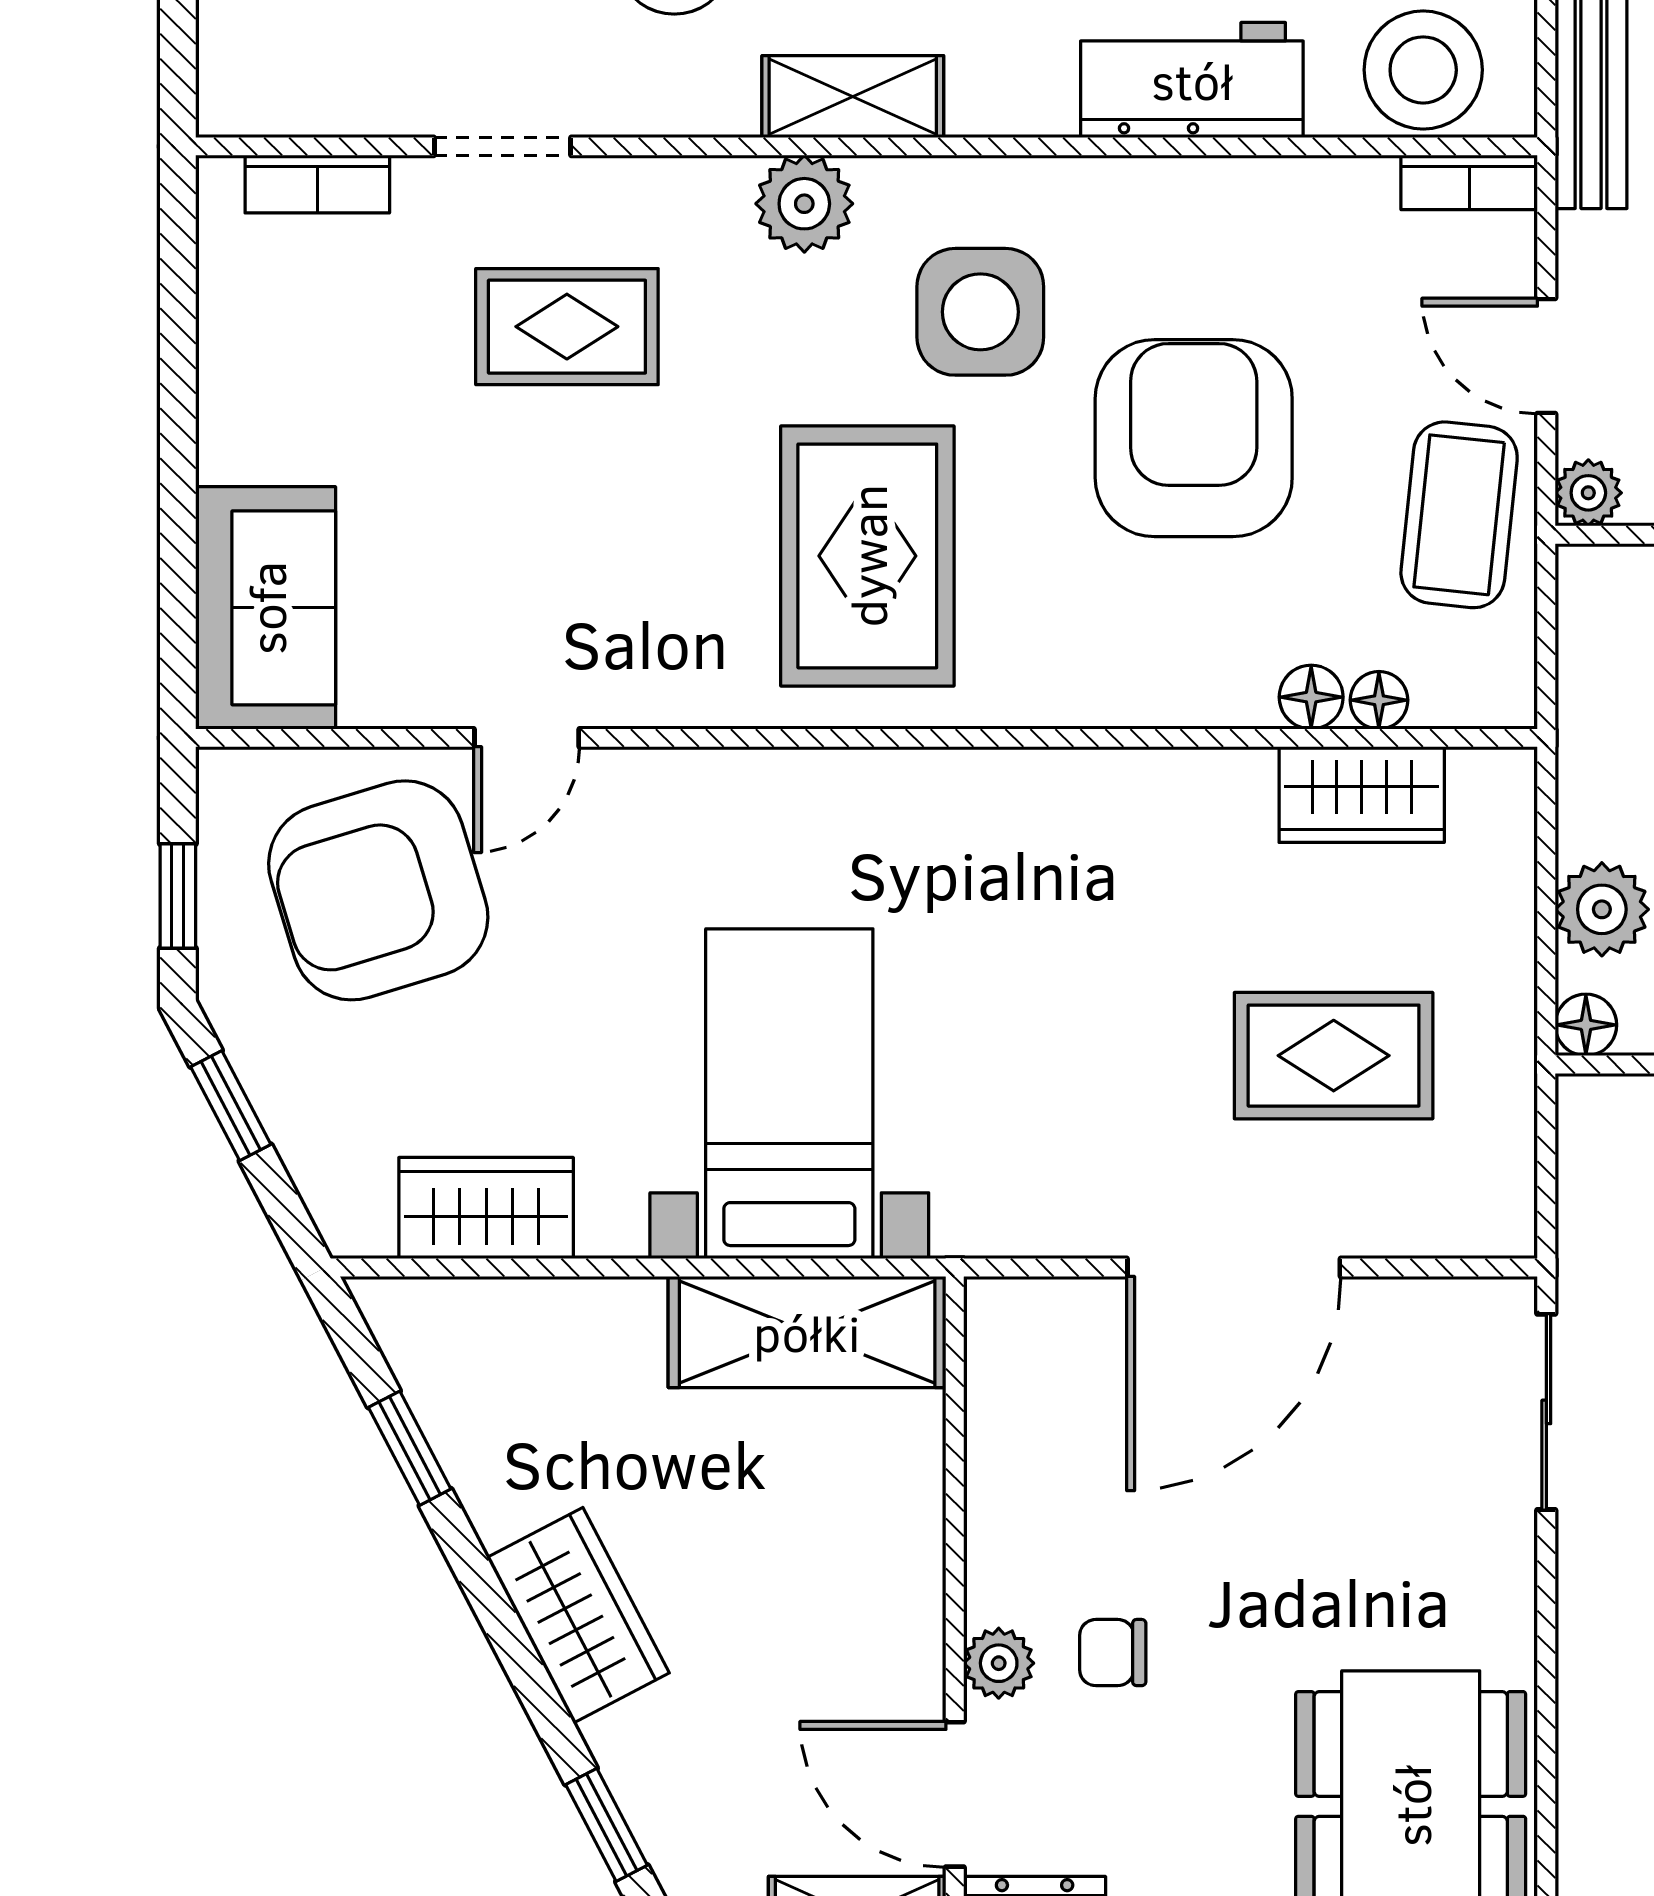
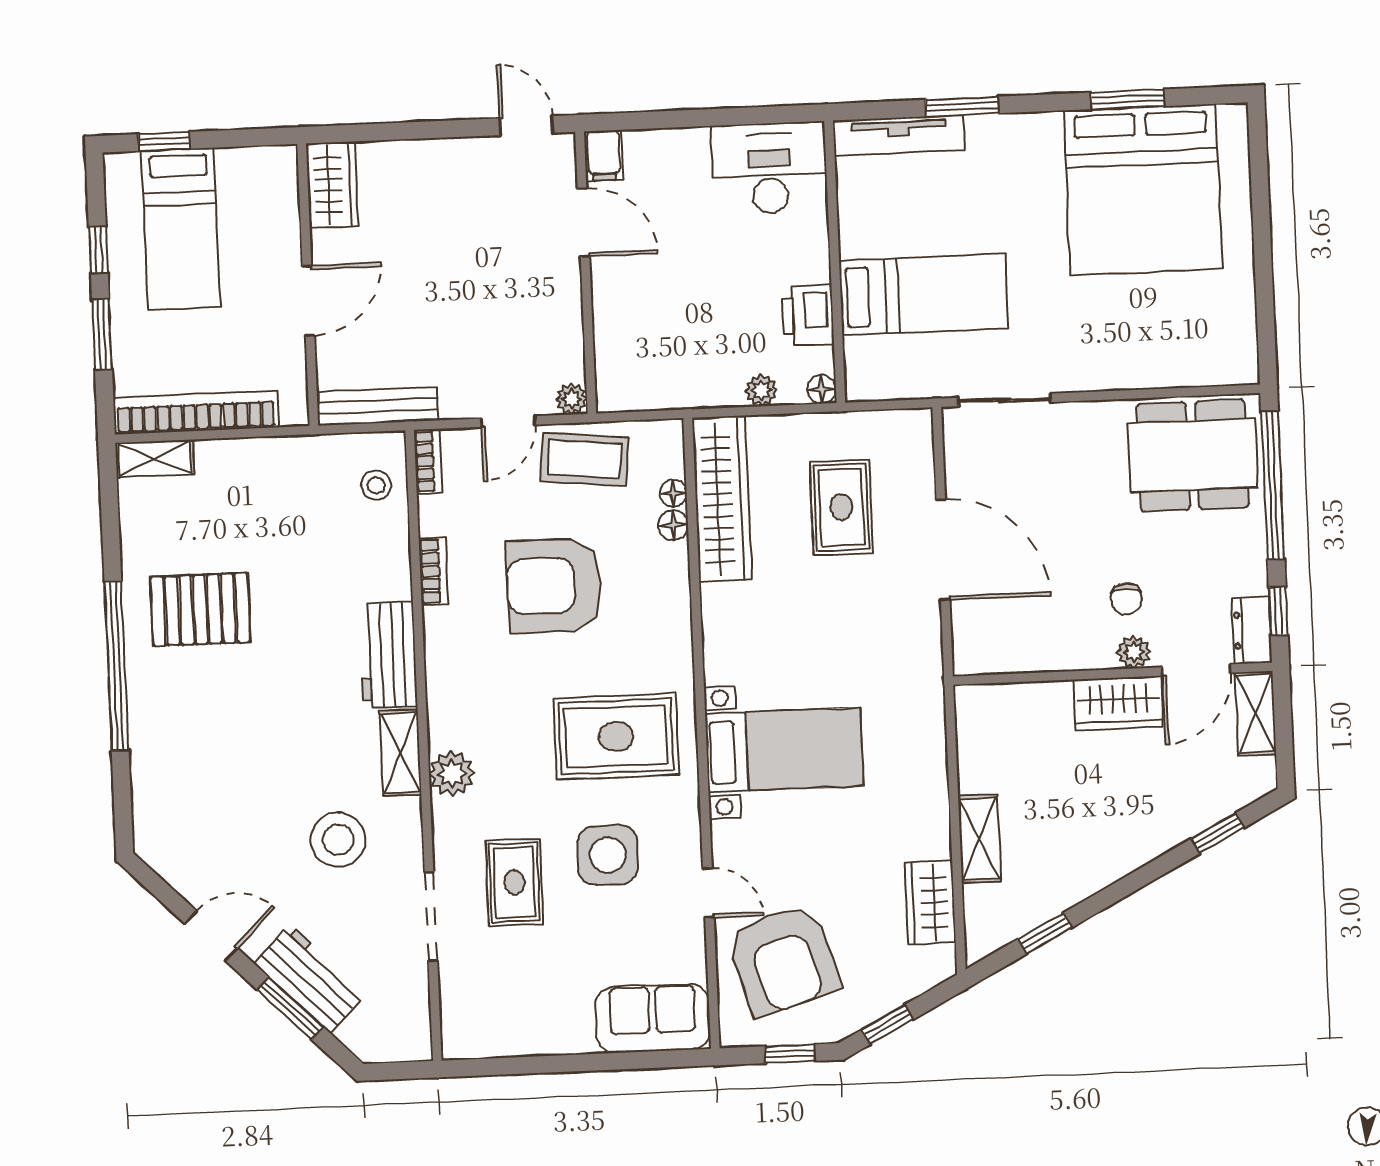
stool: (1423, 70) -> (376, 485), width x0.53, depth x0.53
workbench: (1192, 80) -> (388, 655), moved
doorway: (503, 146) -> (431, 916), width x1.38
bookcase: (317, 184) -> (434, 571), moved
side table: (980, 312) -> (608, 855), moved
wardrobe: (1362, 795) -> (722, 499), width x2.10, depth x1.17
plant: (1602, 909) -> (761, 390), width x0.73, depth x0.73
bed with nightstands: (789, 1094) -> (784, 750), moved, turned 180
shelving: (807, 1332) -> (979, 839), moved, width x0.67, depth x0.75
wardrobe: (578, 1615) -> (1118, 703), moved, turned -152

